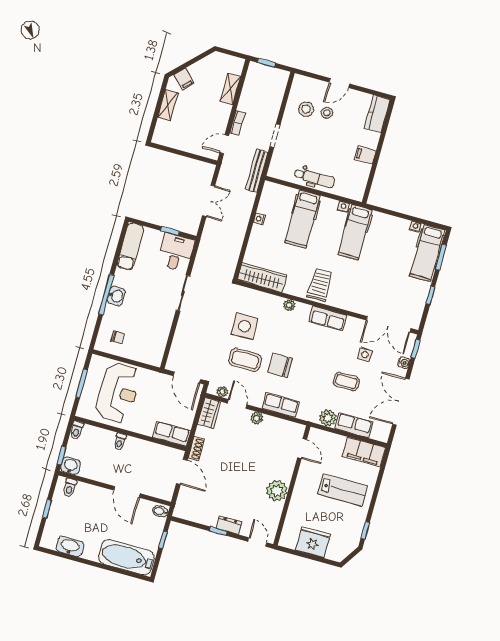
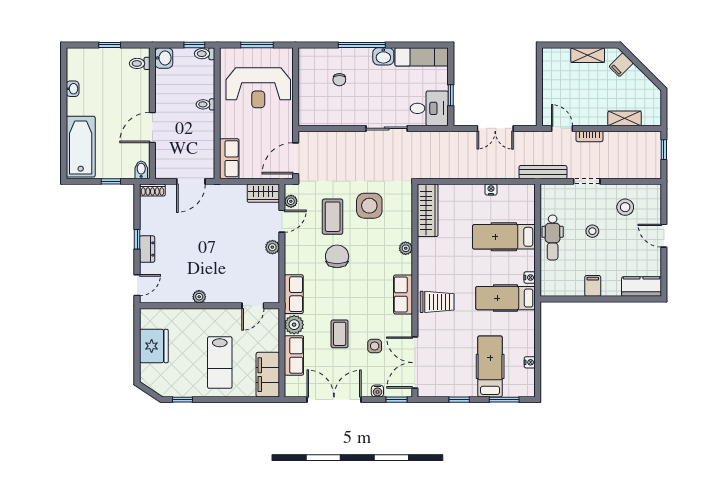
stool: (327, 113) -> (592, 231), moved
hospital bed: (427, 253) -> (490, 366), moved, turned 90
trolley: (320, 285) -> (437, 302), moved
washbasin: (116, 296) -> (383, 56), moved
chair: (118, 337) -> (339, 80), moved
row of seats: (281, 405) -> (294, 294), moved
shoe rack: (196, 449) -> (153, 190), moved
window: (62, 456) -> (194, 45), moved
plant: (277, 491) -> (199, 297), width x0.53, depth x0.53
washbasin: (70, 546) -> (73, 89), width x0.52, depth x0.69

